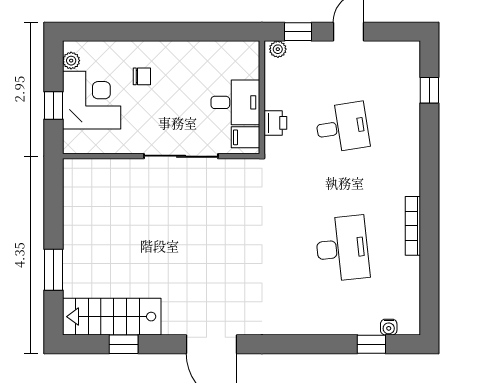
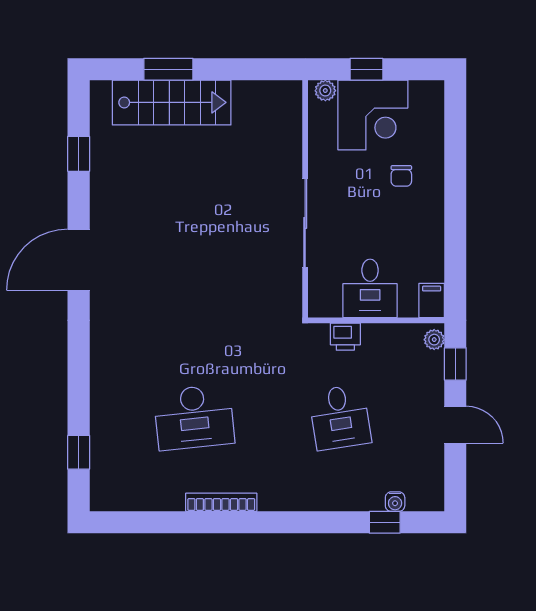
plant: (71, 61) -> (325, 91), moved
filing cabinet: (245, 137) -> (432, 301), moved
stairs: (112, 317) -> (172, 102), moved, turned 90
water cooler: (389, 327) -> (395, 502), moved, turned -90

